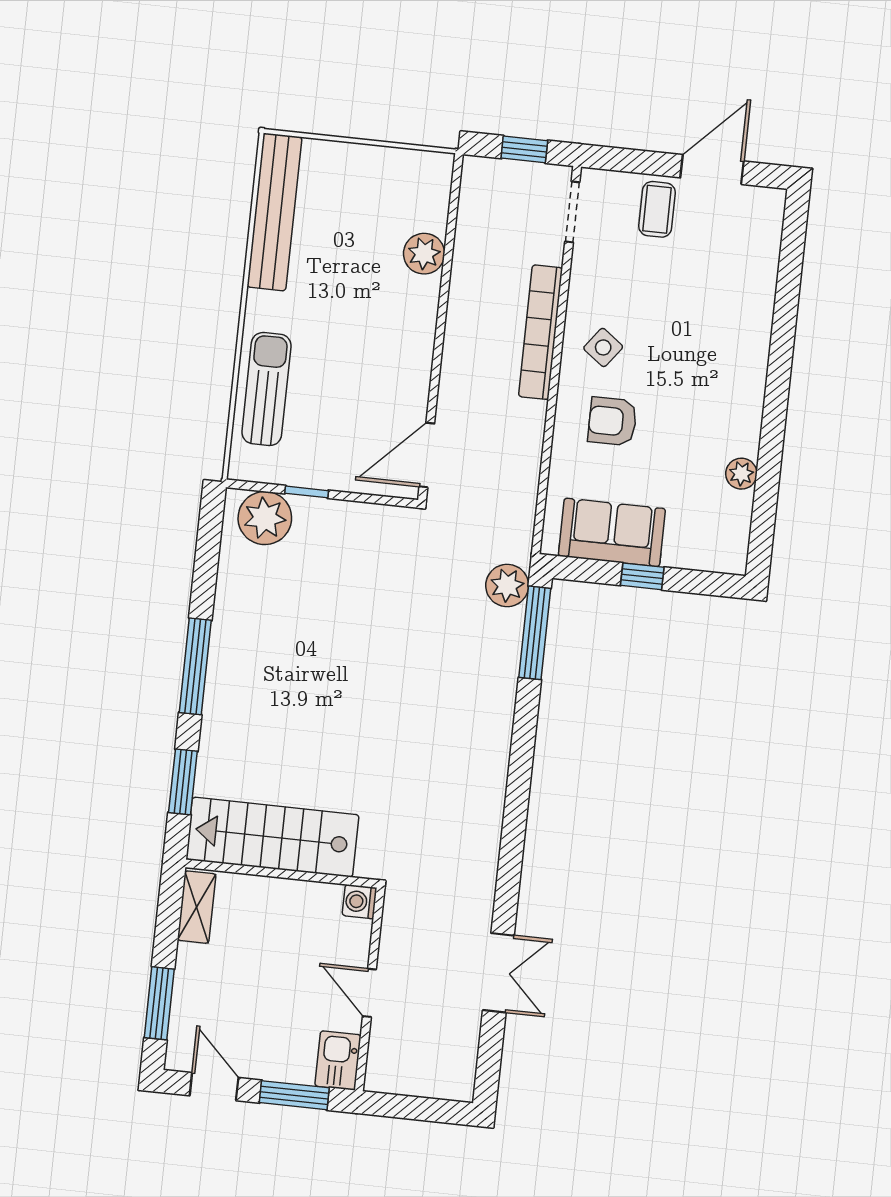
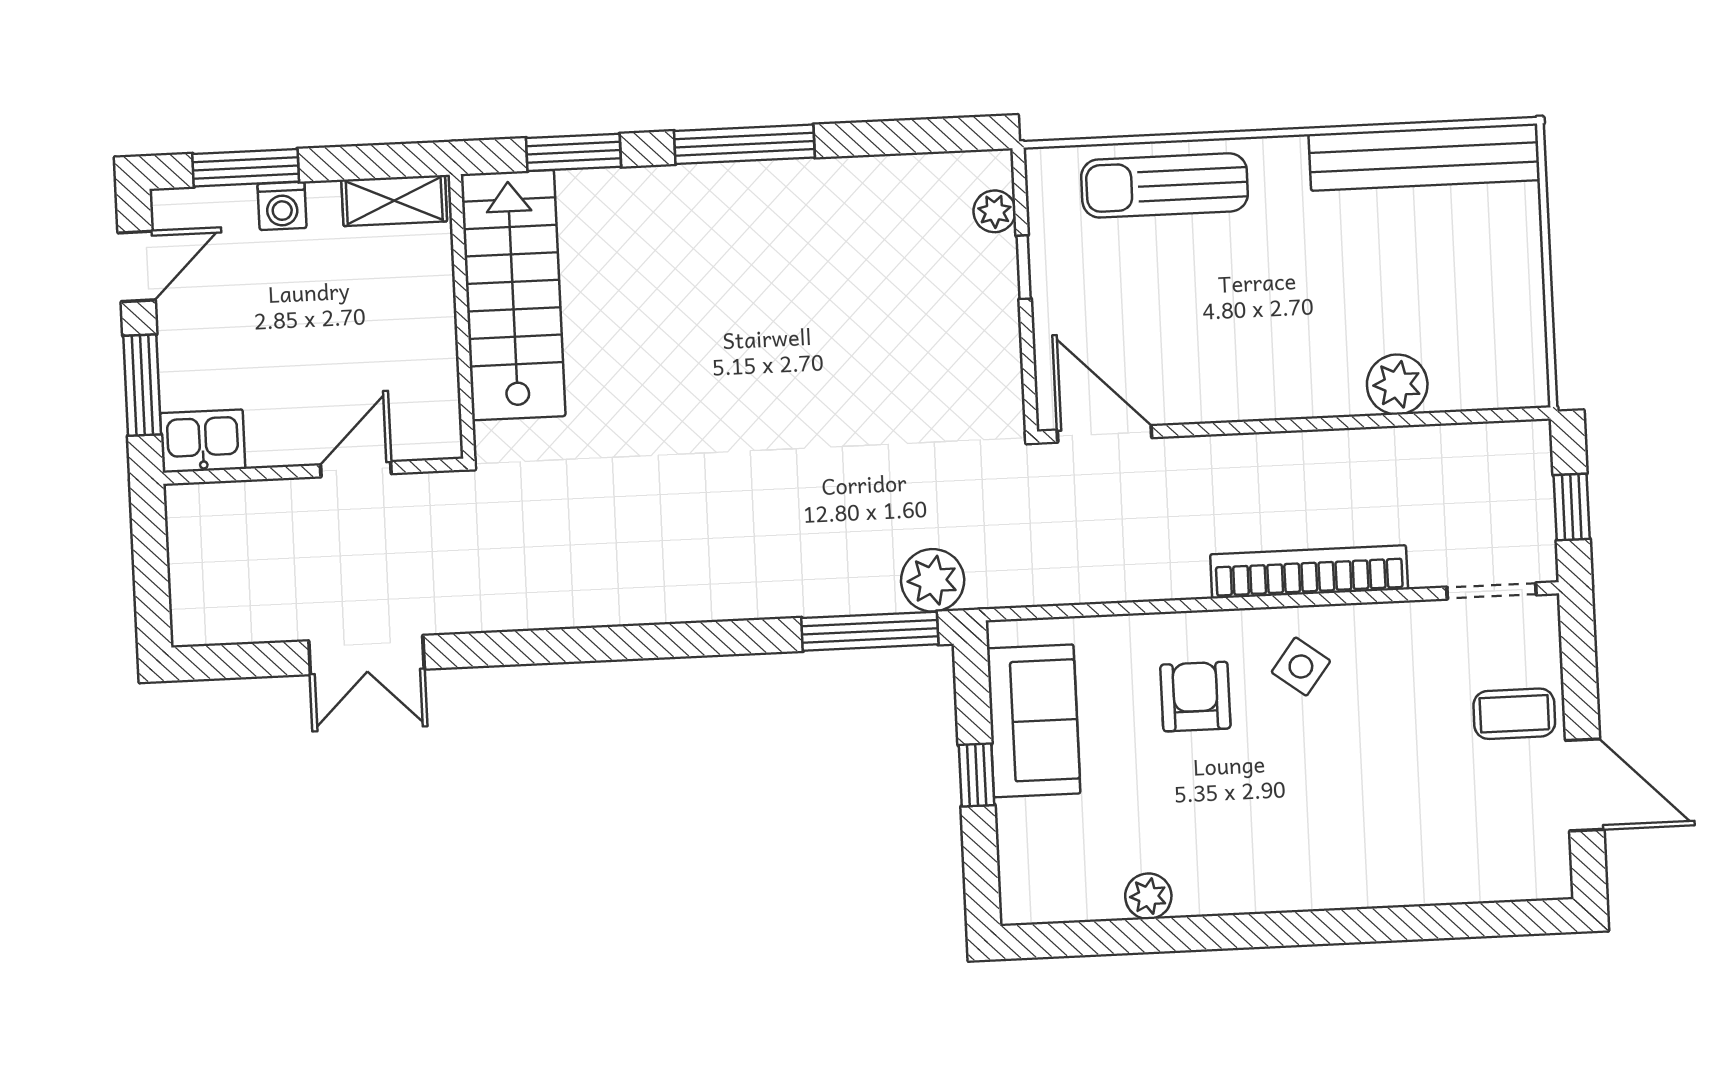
sun lounger: (266, 389) -> (1165, 185), turned 180
plant: (265, 518) -> (995, 211), width x0.53, depth x0.53
washing machine: (360, 902) -> (282, 206), moved, turned 180
door: (369, 993) -> (356, 469), moved

